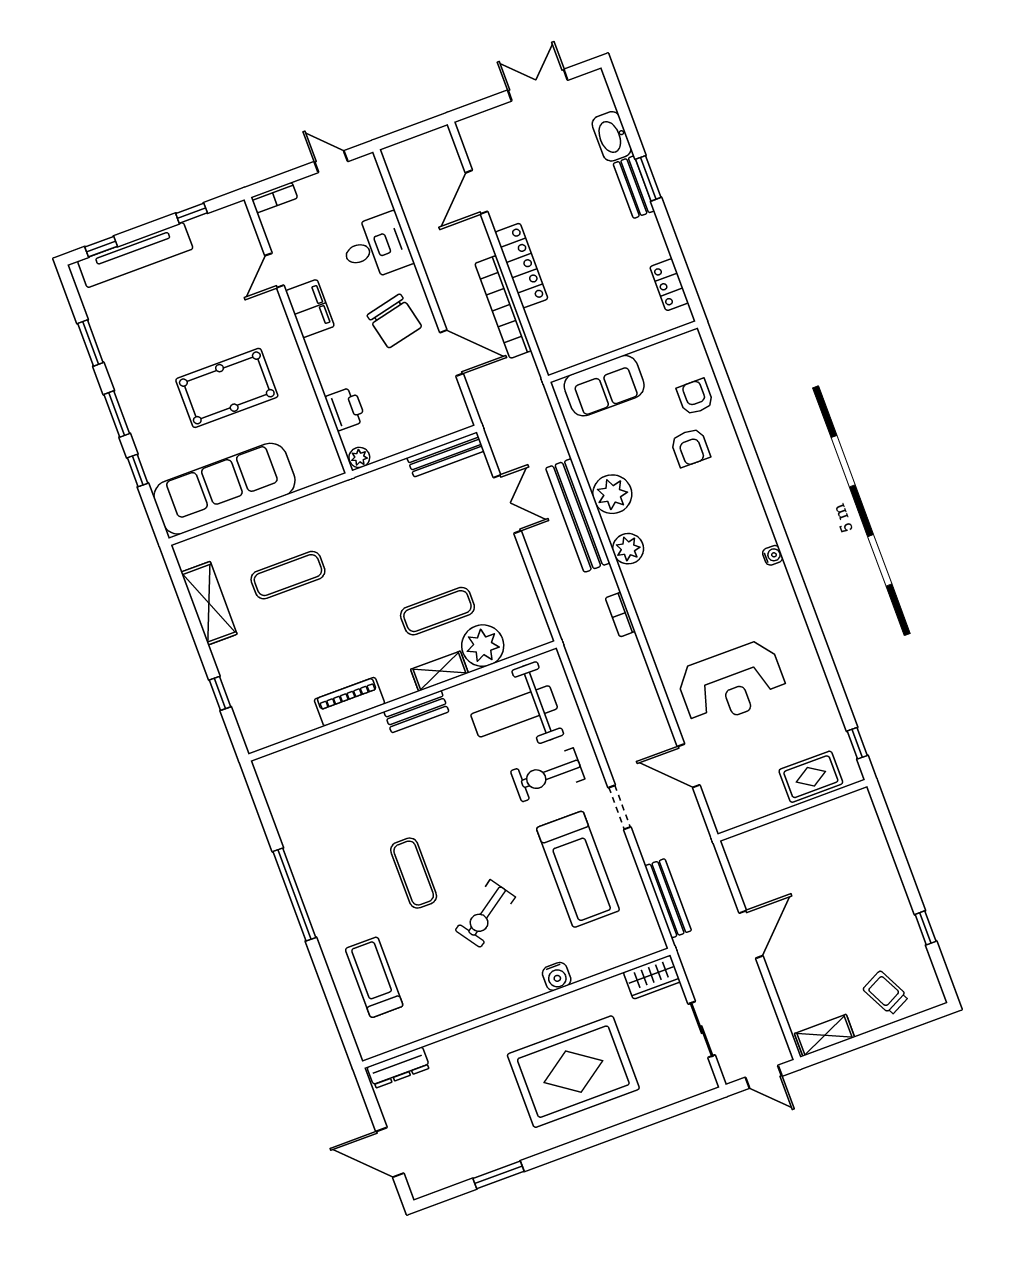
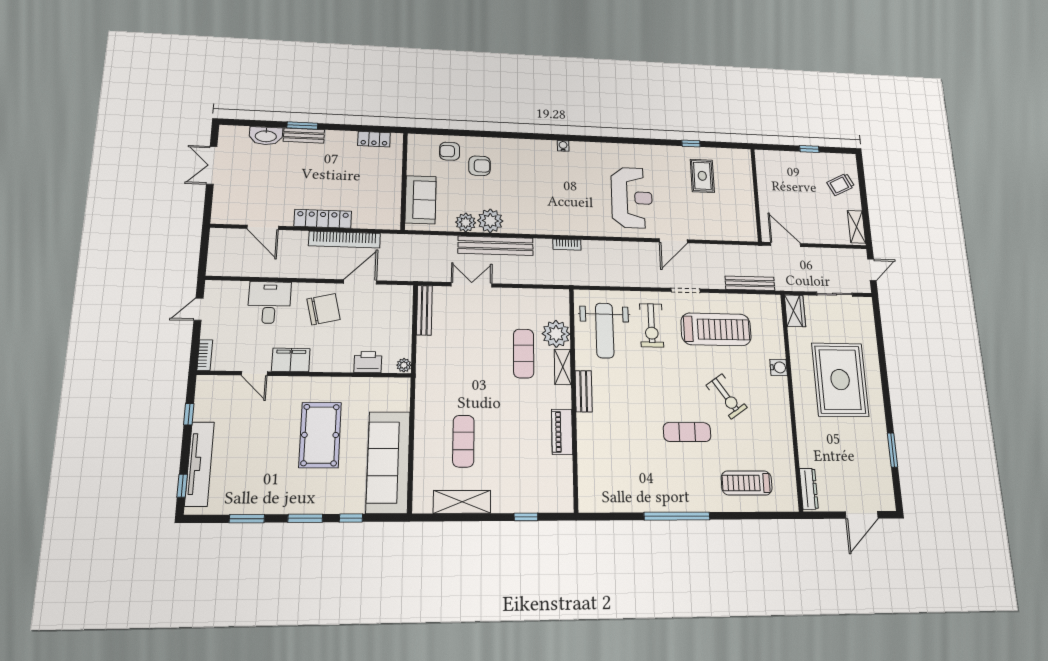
plant: (628, 549) -> (466, 222), moved
wall: (792, 810) -> (756, 195), moved

